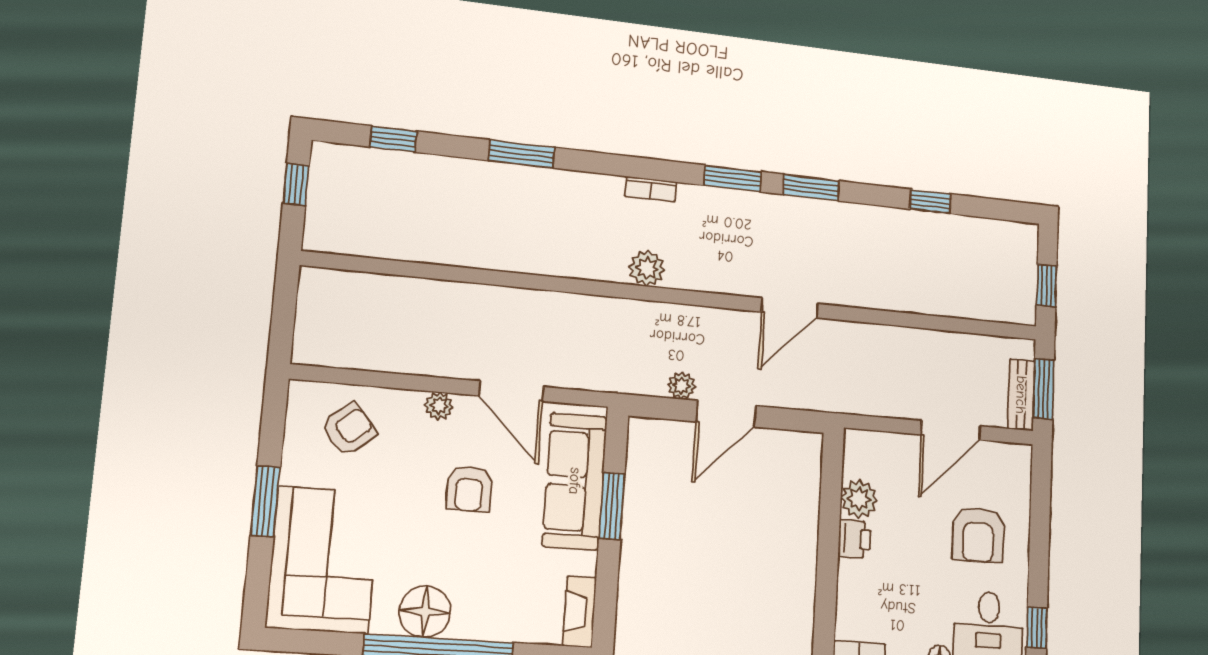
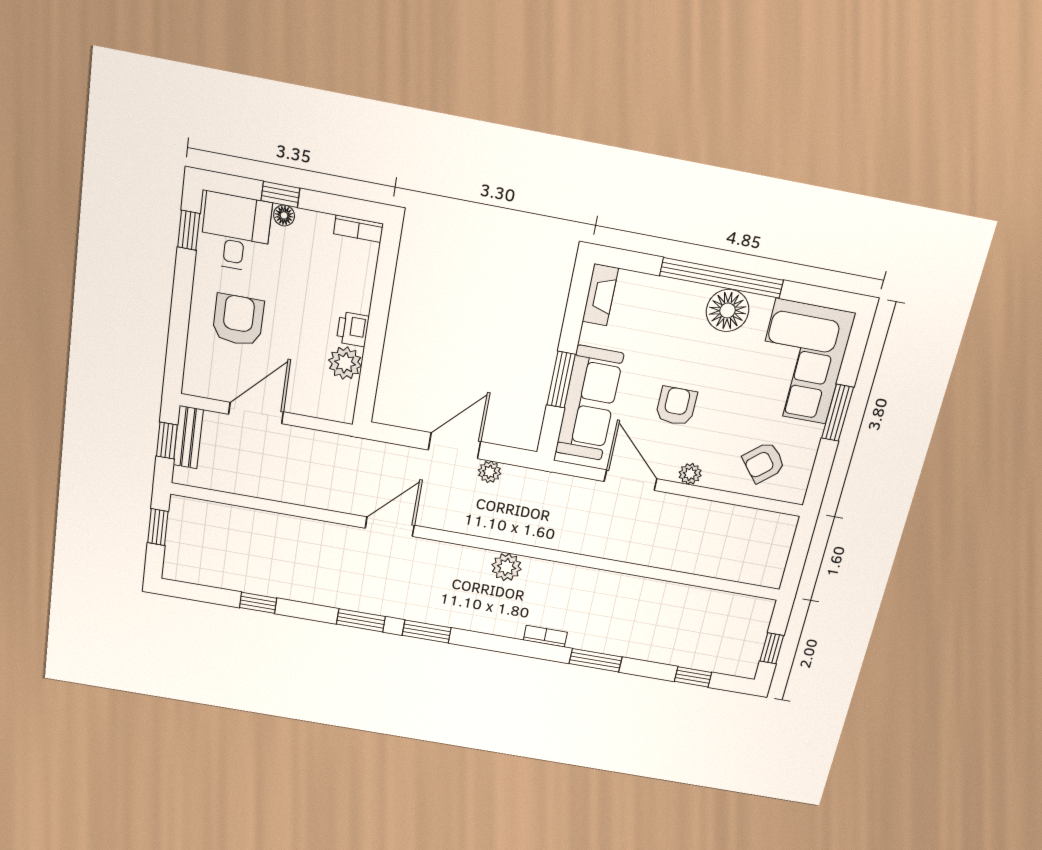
bookcase: (651, 189) -> (545, 636), moved
window: (1044, 389) -> (167, 441), width x0.67

